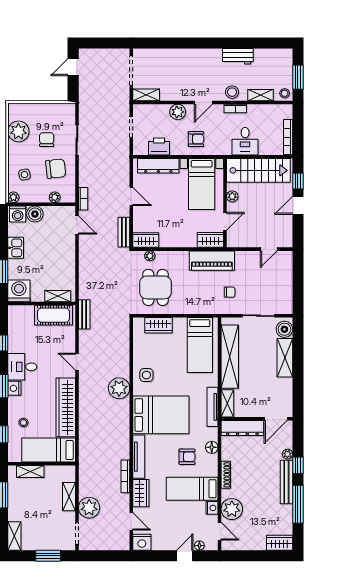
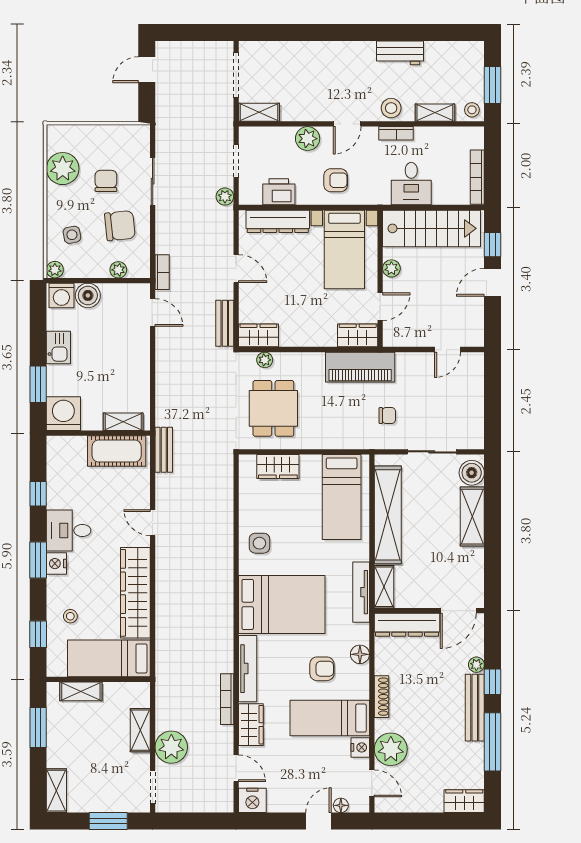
plant: (119, 388) -> (225, 197), moved, width x0.53, depth x0.53

